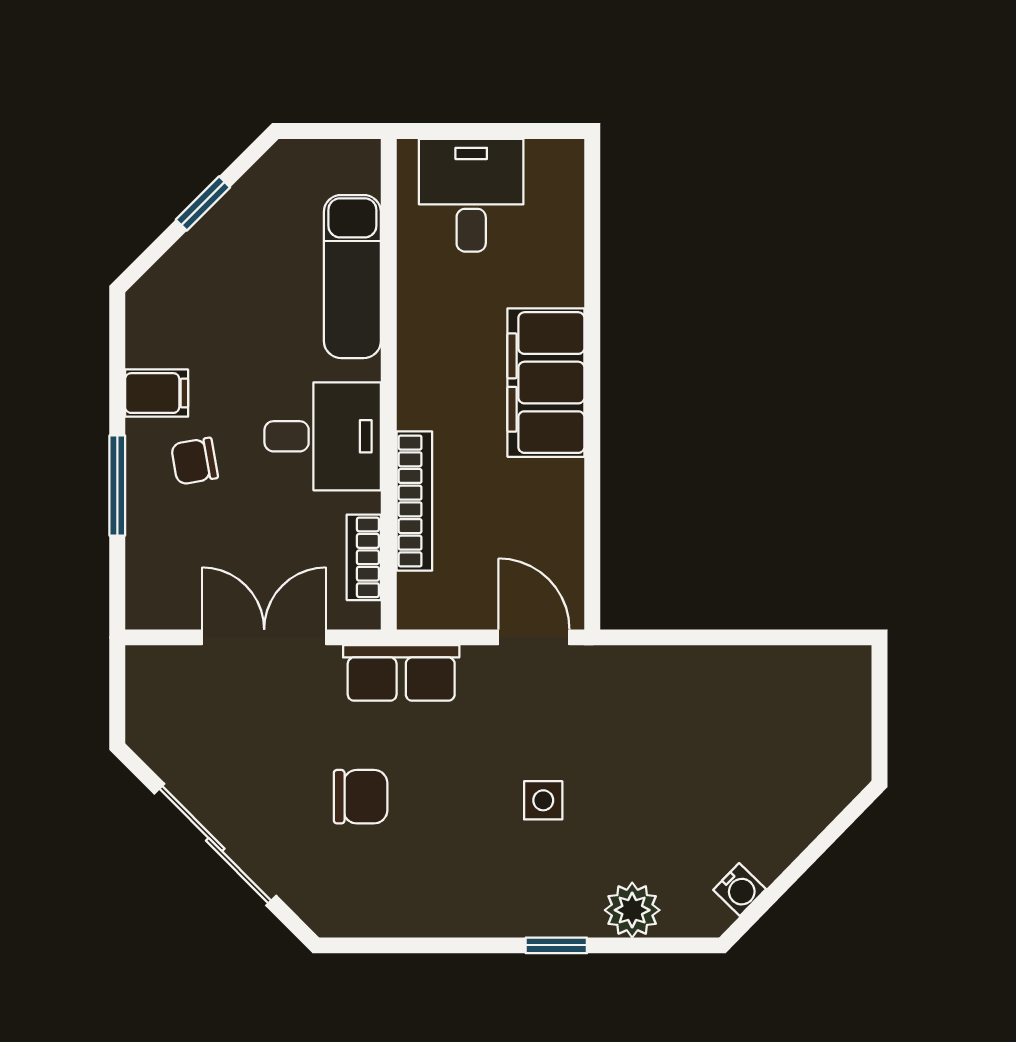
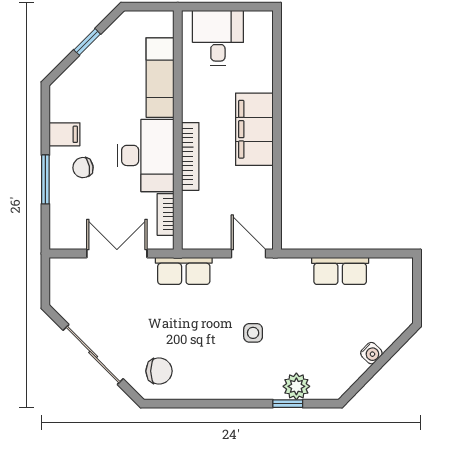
desk: (323, 436) -> (146, 155), width x1.37
bookcase: (414, 501) -> (190, 156), moved
row of seats: (722, 673) -> (340, 271), added
chair: (361, 797) -> (159, 371), moved
water cooler: (740, 890) -> (371, 353), moved
window: (556, 945) -> (288, 404), moved

